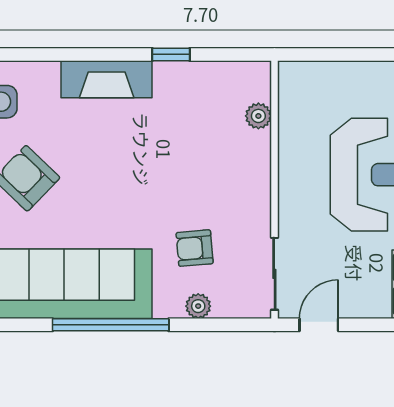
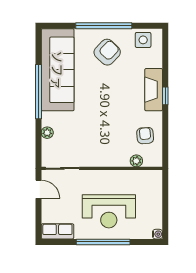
window: (171, 54) -> (165, 96), moved
armchair: (195, 248) -> (145, 136), moved

